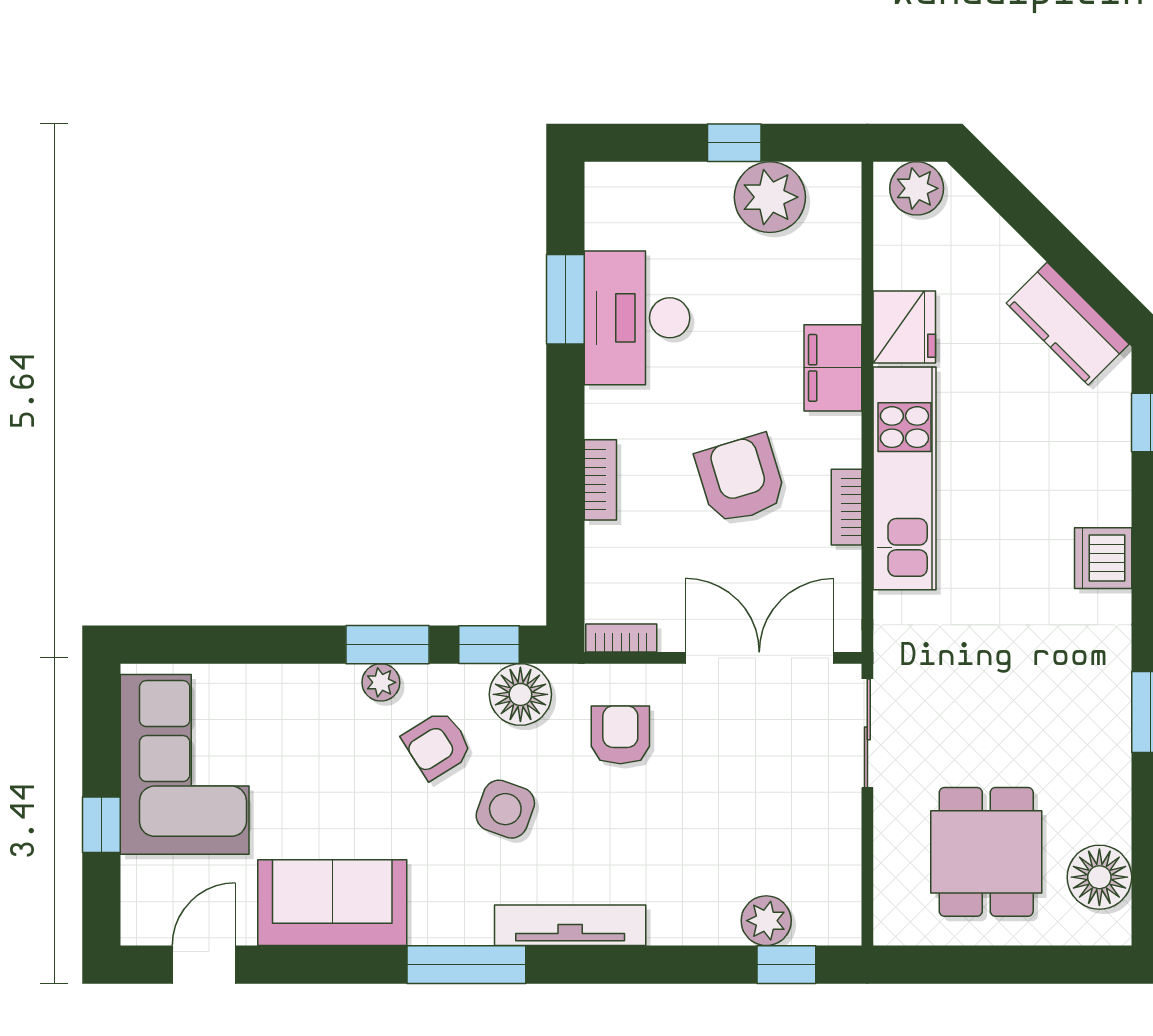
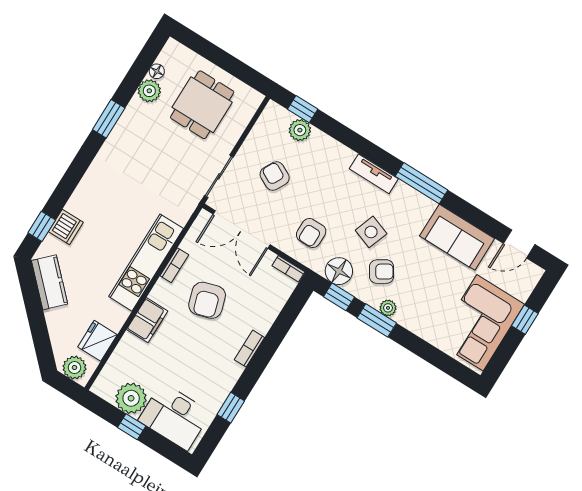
window: (565, 299) -> (231, 408), width x0.67
desk: (637, 318) -> (175, 417), moved, turned 90
fridge: (904, 327) -> (98, 341), moved
bookcase: (600, 480) -> (249, 349), moved
dishwasher: (1103, 558) -> (66, 227), moved
armchair: (760, 801) -> (275, 176), added
plant: (1106, 815) -> (149, 91), added
floor lamp: (1099, 877) -> (157, 71), width x0.53, depth x0.53
tv unit: (570, 925) -> (374, 174), width x0.71

